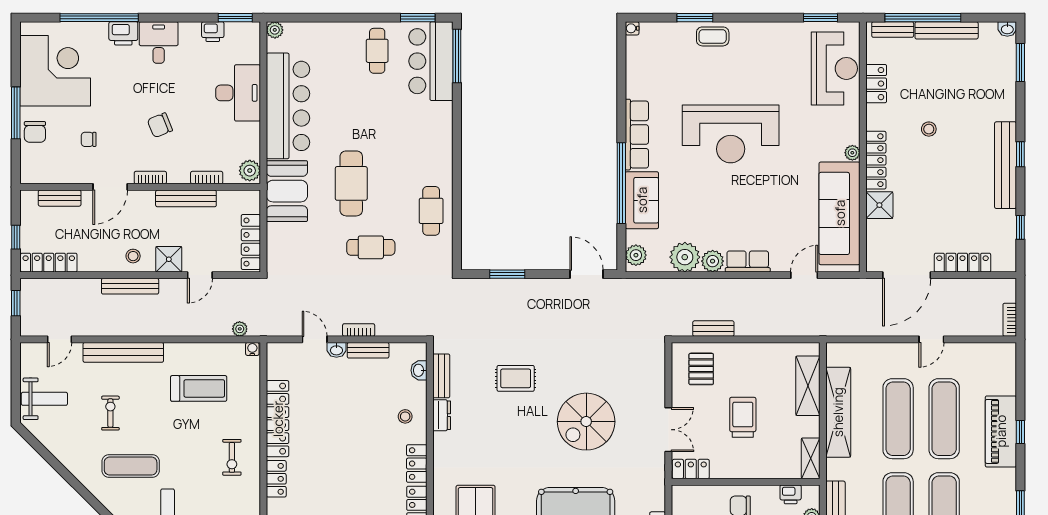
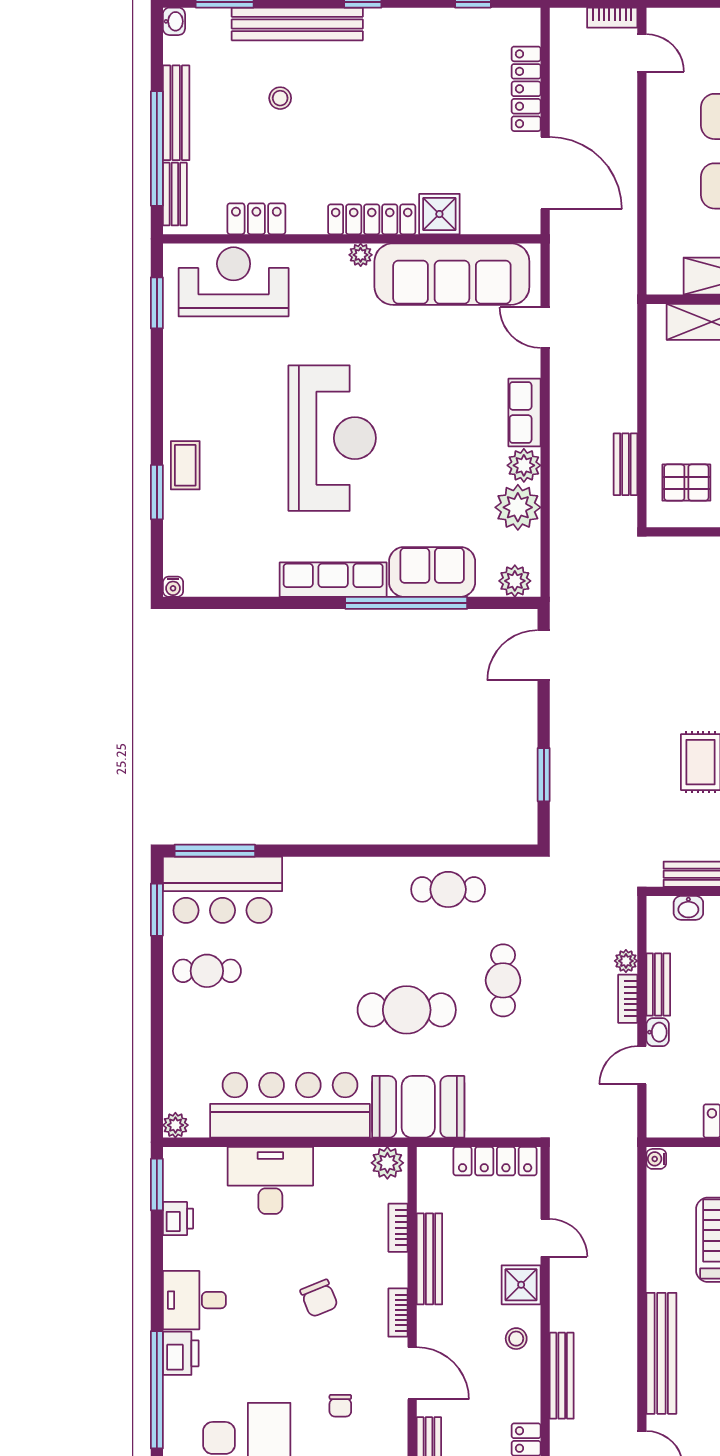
stool: (929, 129) -> (280, 98), moved
bench: (1006, 165) -> (297, 24), moved
bench: (130, 286) -> (562, 1376), moved
plant: (240, 329) -> (626, 961), moved
door: (931, 339) -> (642, 53), moved

